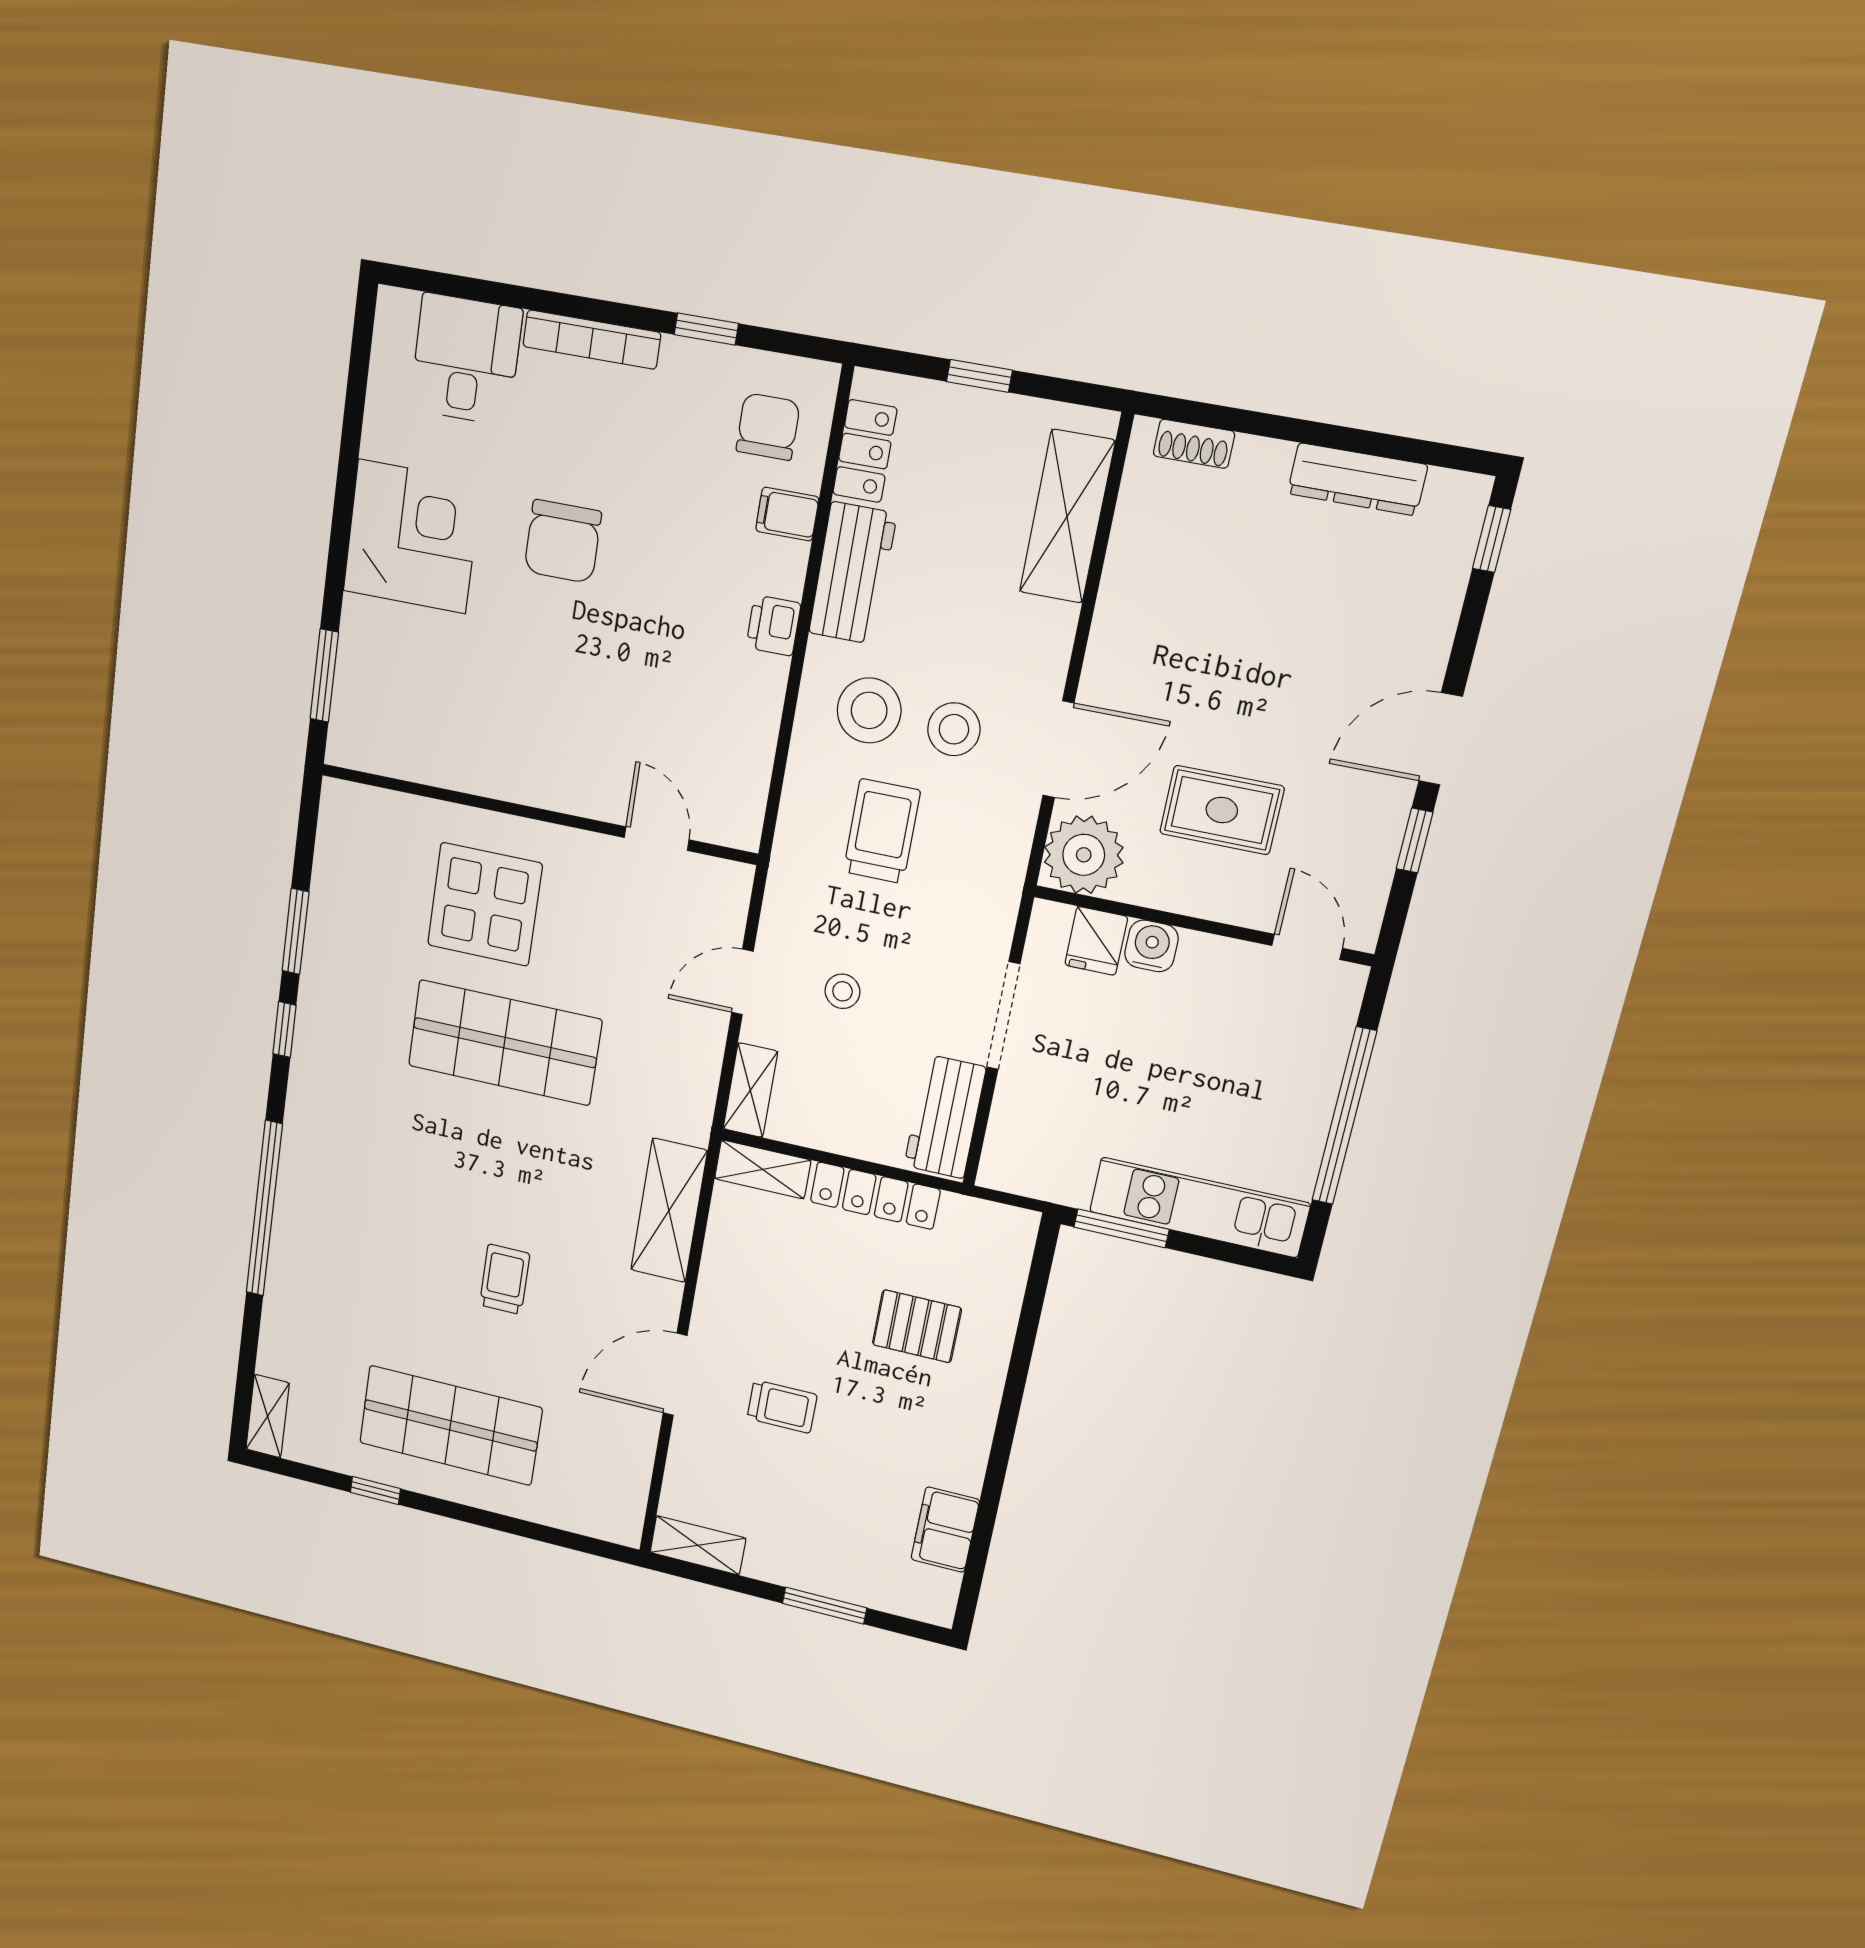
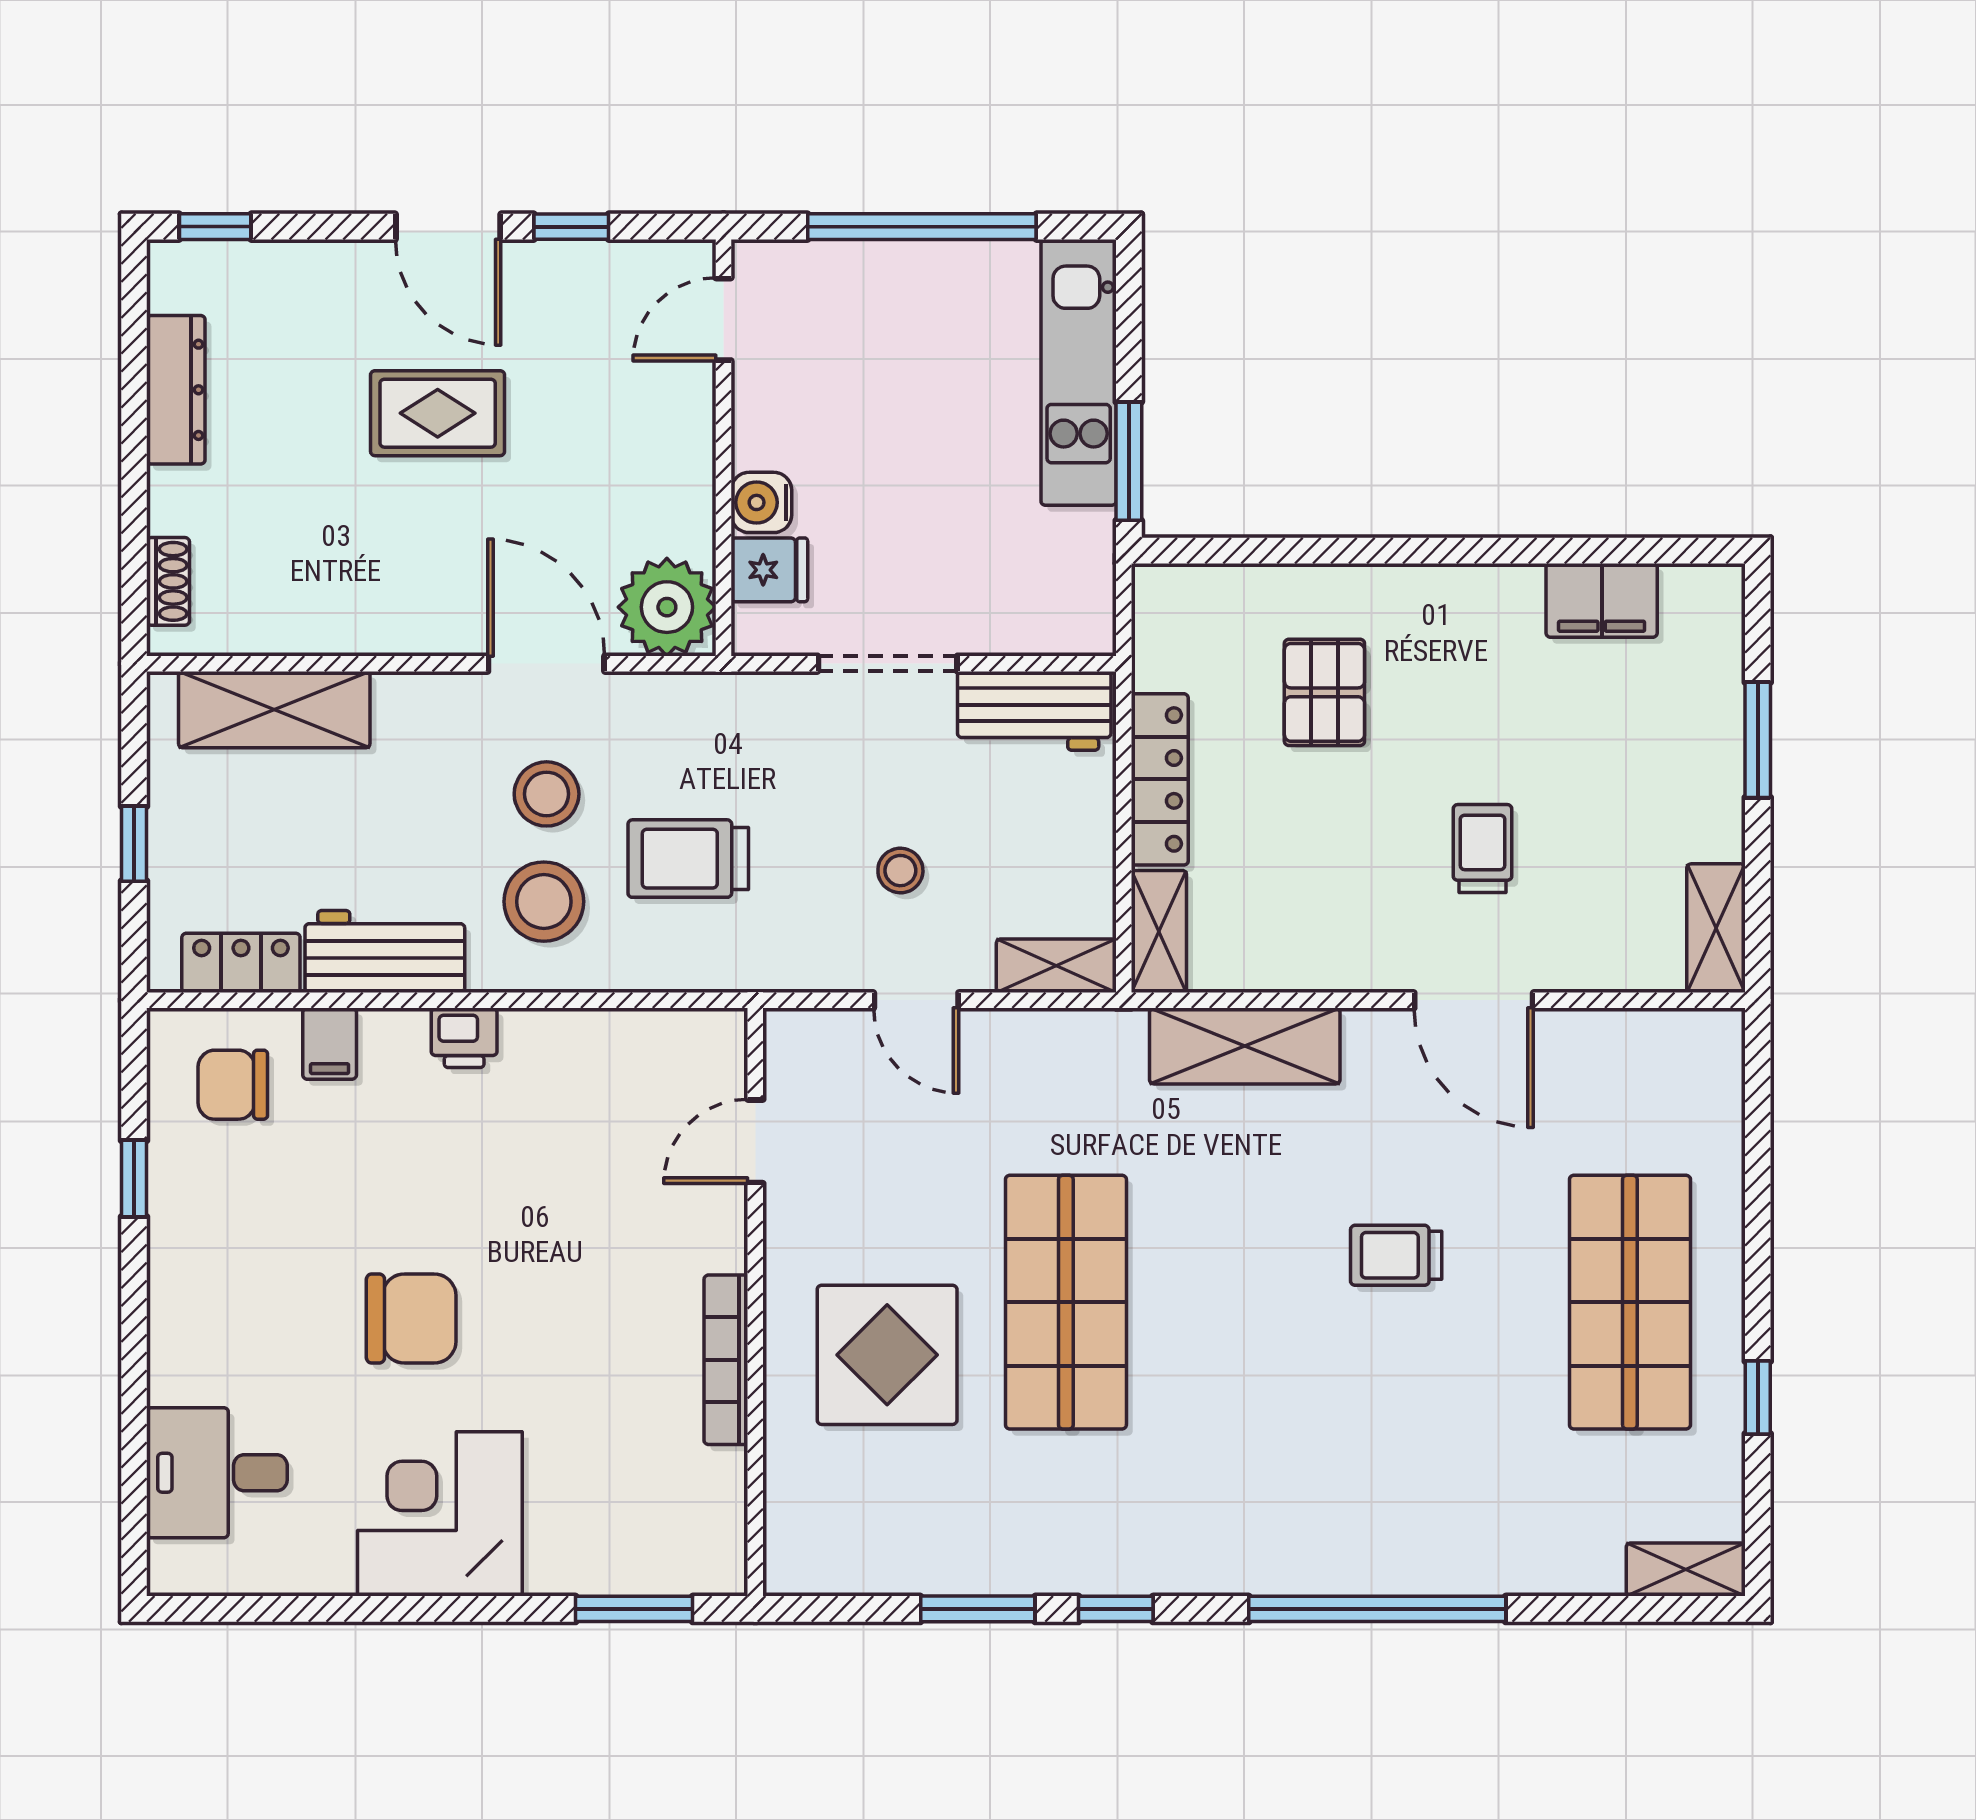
bookcase: (592, 340) -> (726, 1360), moved, turned 180
rug: (1222, 810) -> (438, 413), moved, turned 90

